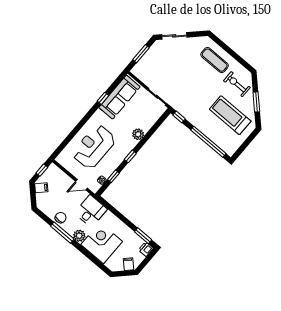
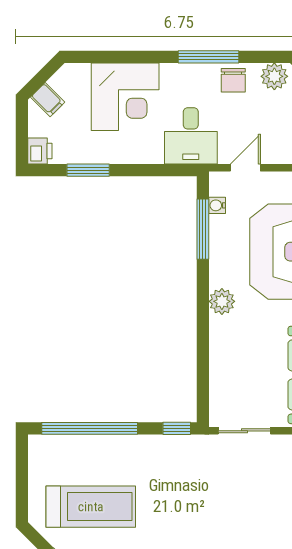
plant: (138, 134) -> (222, 301), moved
window: (130, 156) -> (203, 288), removed
window: (113, 176) -> (203, 229), width x2.17
plant: (79, 236) -> (274, 76), moved
window: (143, 236) -> (88, 170), moved

